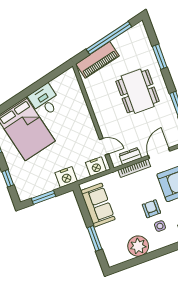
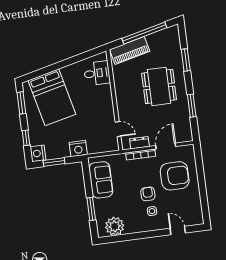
desk: (45, 100) -> (97, 73), moved, turned 103
nightstand: (96, 167) -> (38, 153), moved, turned 90
plant: (138, 246) -> (115, 226), moved

